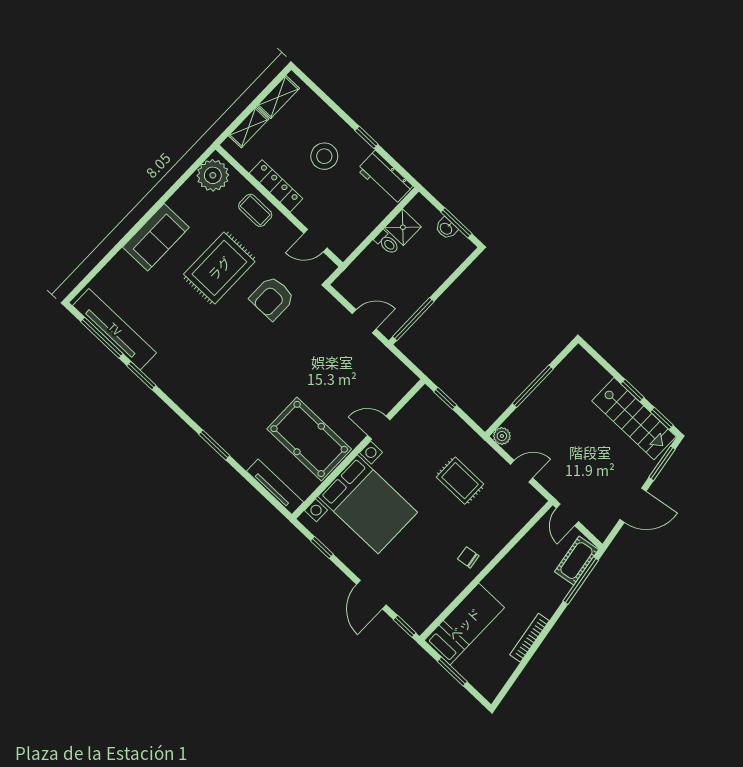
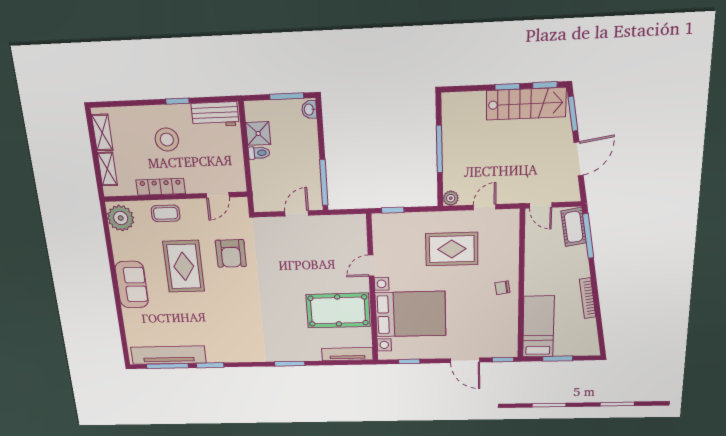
washbasin: (446, 228) -> (309, 110), moved, turned 90
rug: (460, 481) -> (452, 249), width x1.36, depth x1.43

